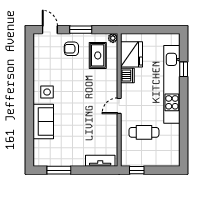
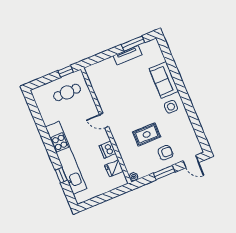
fridge: (131, 54) -> (114, 168), width x0.53, depth x0.75
rug: (98, 55) -> (147, 134), moved, turned 90
door: (119, 106) -> (104, 120), swing flipped
cafe table: (144, 132) -> (67, 92), moved
tv unit: (100, 161) -> (128, 55), moved

